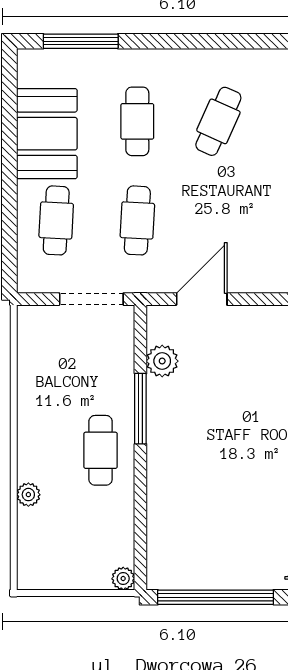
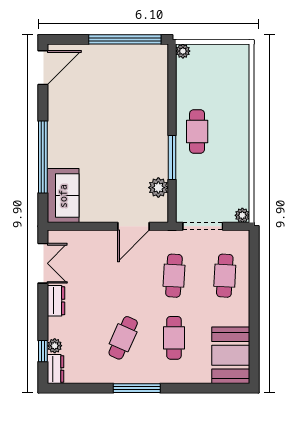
window: (81, 41) -> (137, 388), moved
booth: (47, 134) -> (231, 355), moved
plant: (28, 495) -> (242, 215), moved

